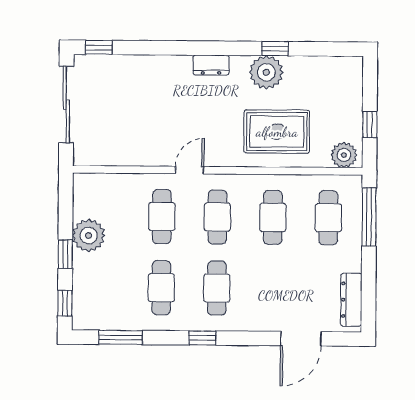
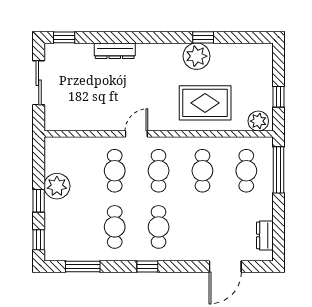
dresser: (211, 65) -> (115, 51), moved, width x1.44
sliding door: (66, 105) -> (39, 83), width x0.73
dresser: (351, 300) -> (265, 235), width x0.70

